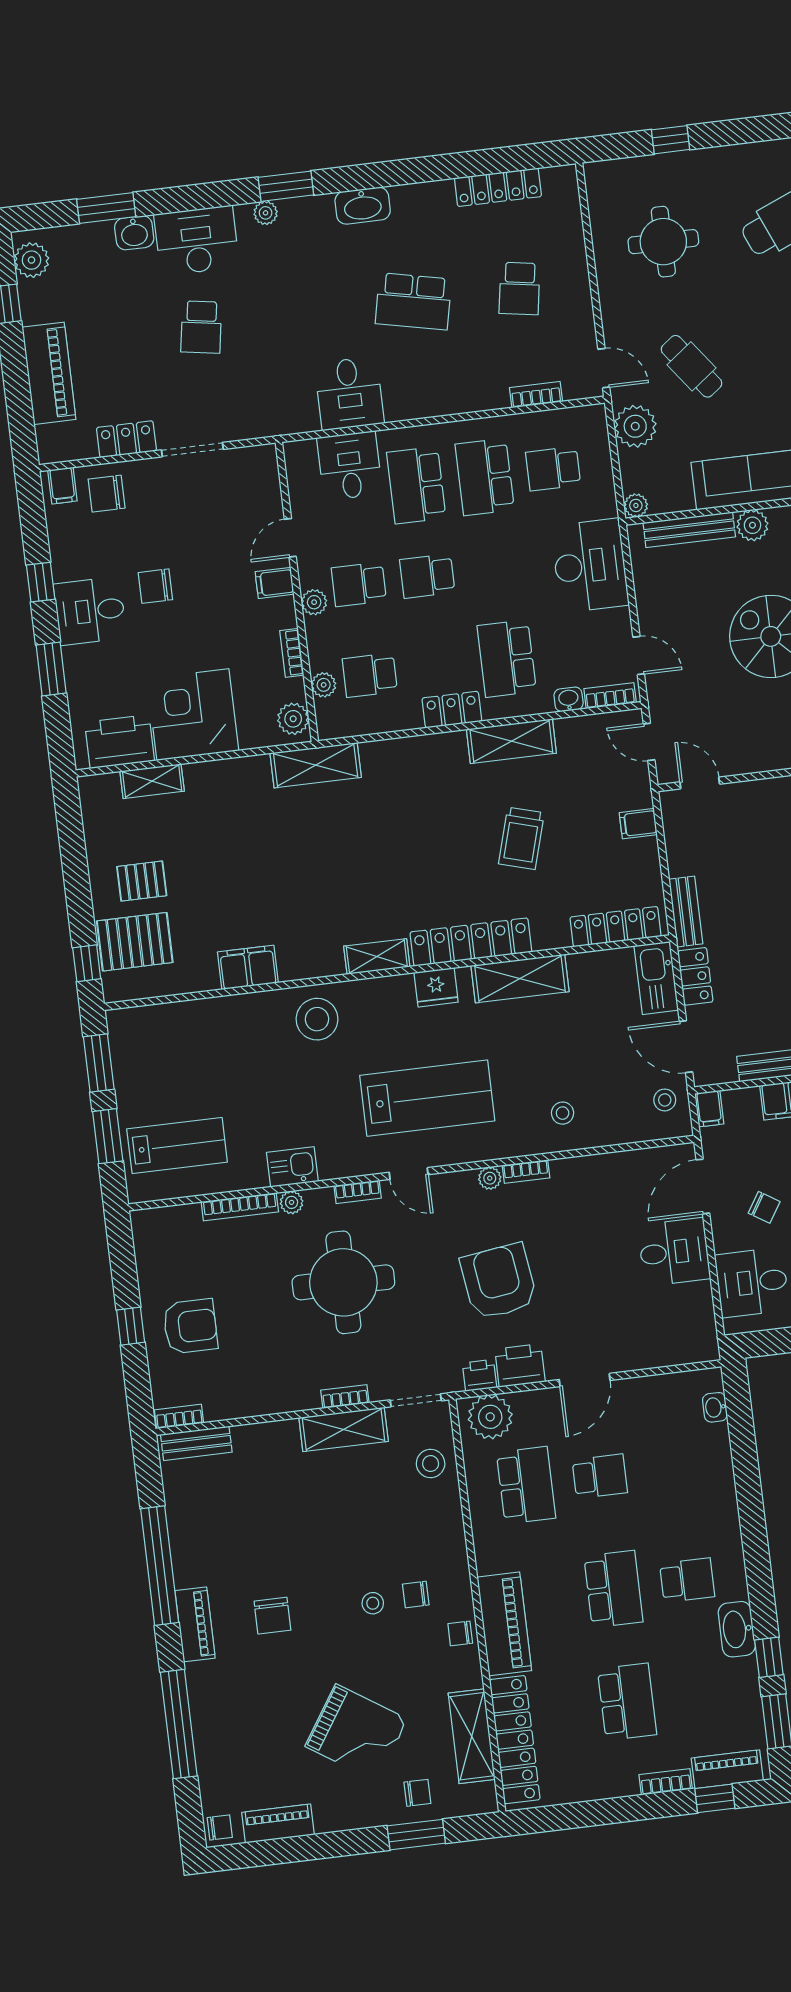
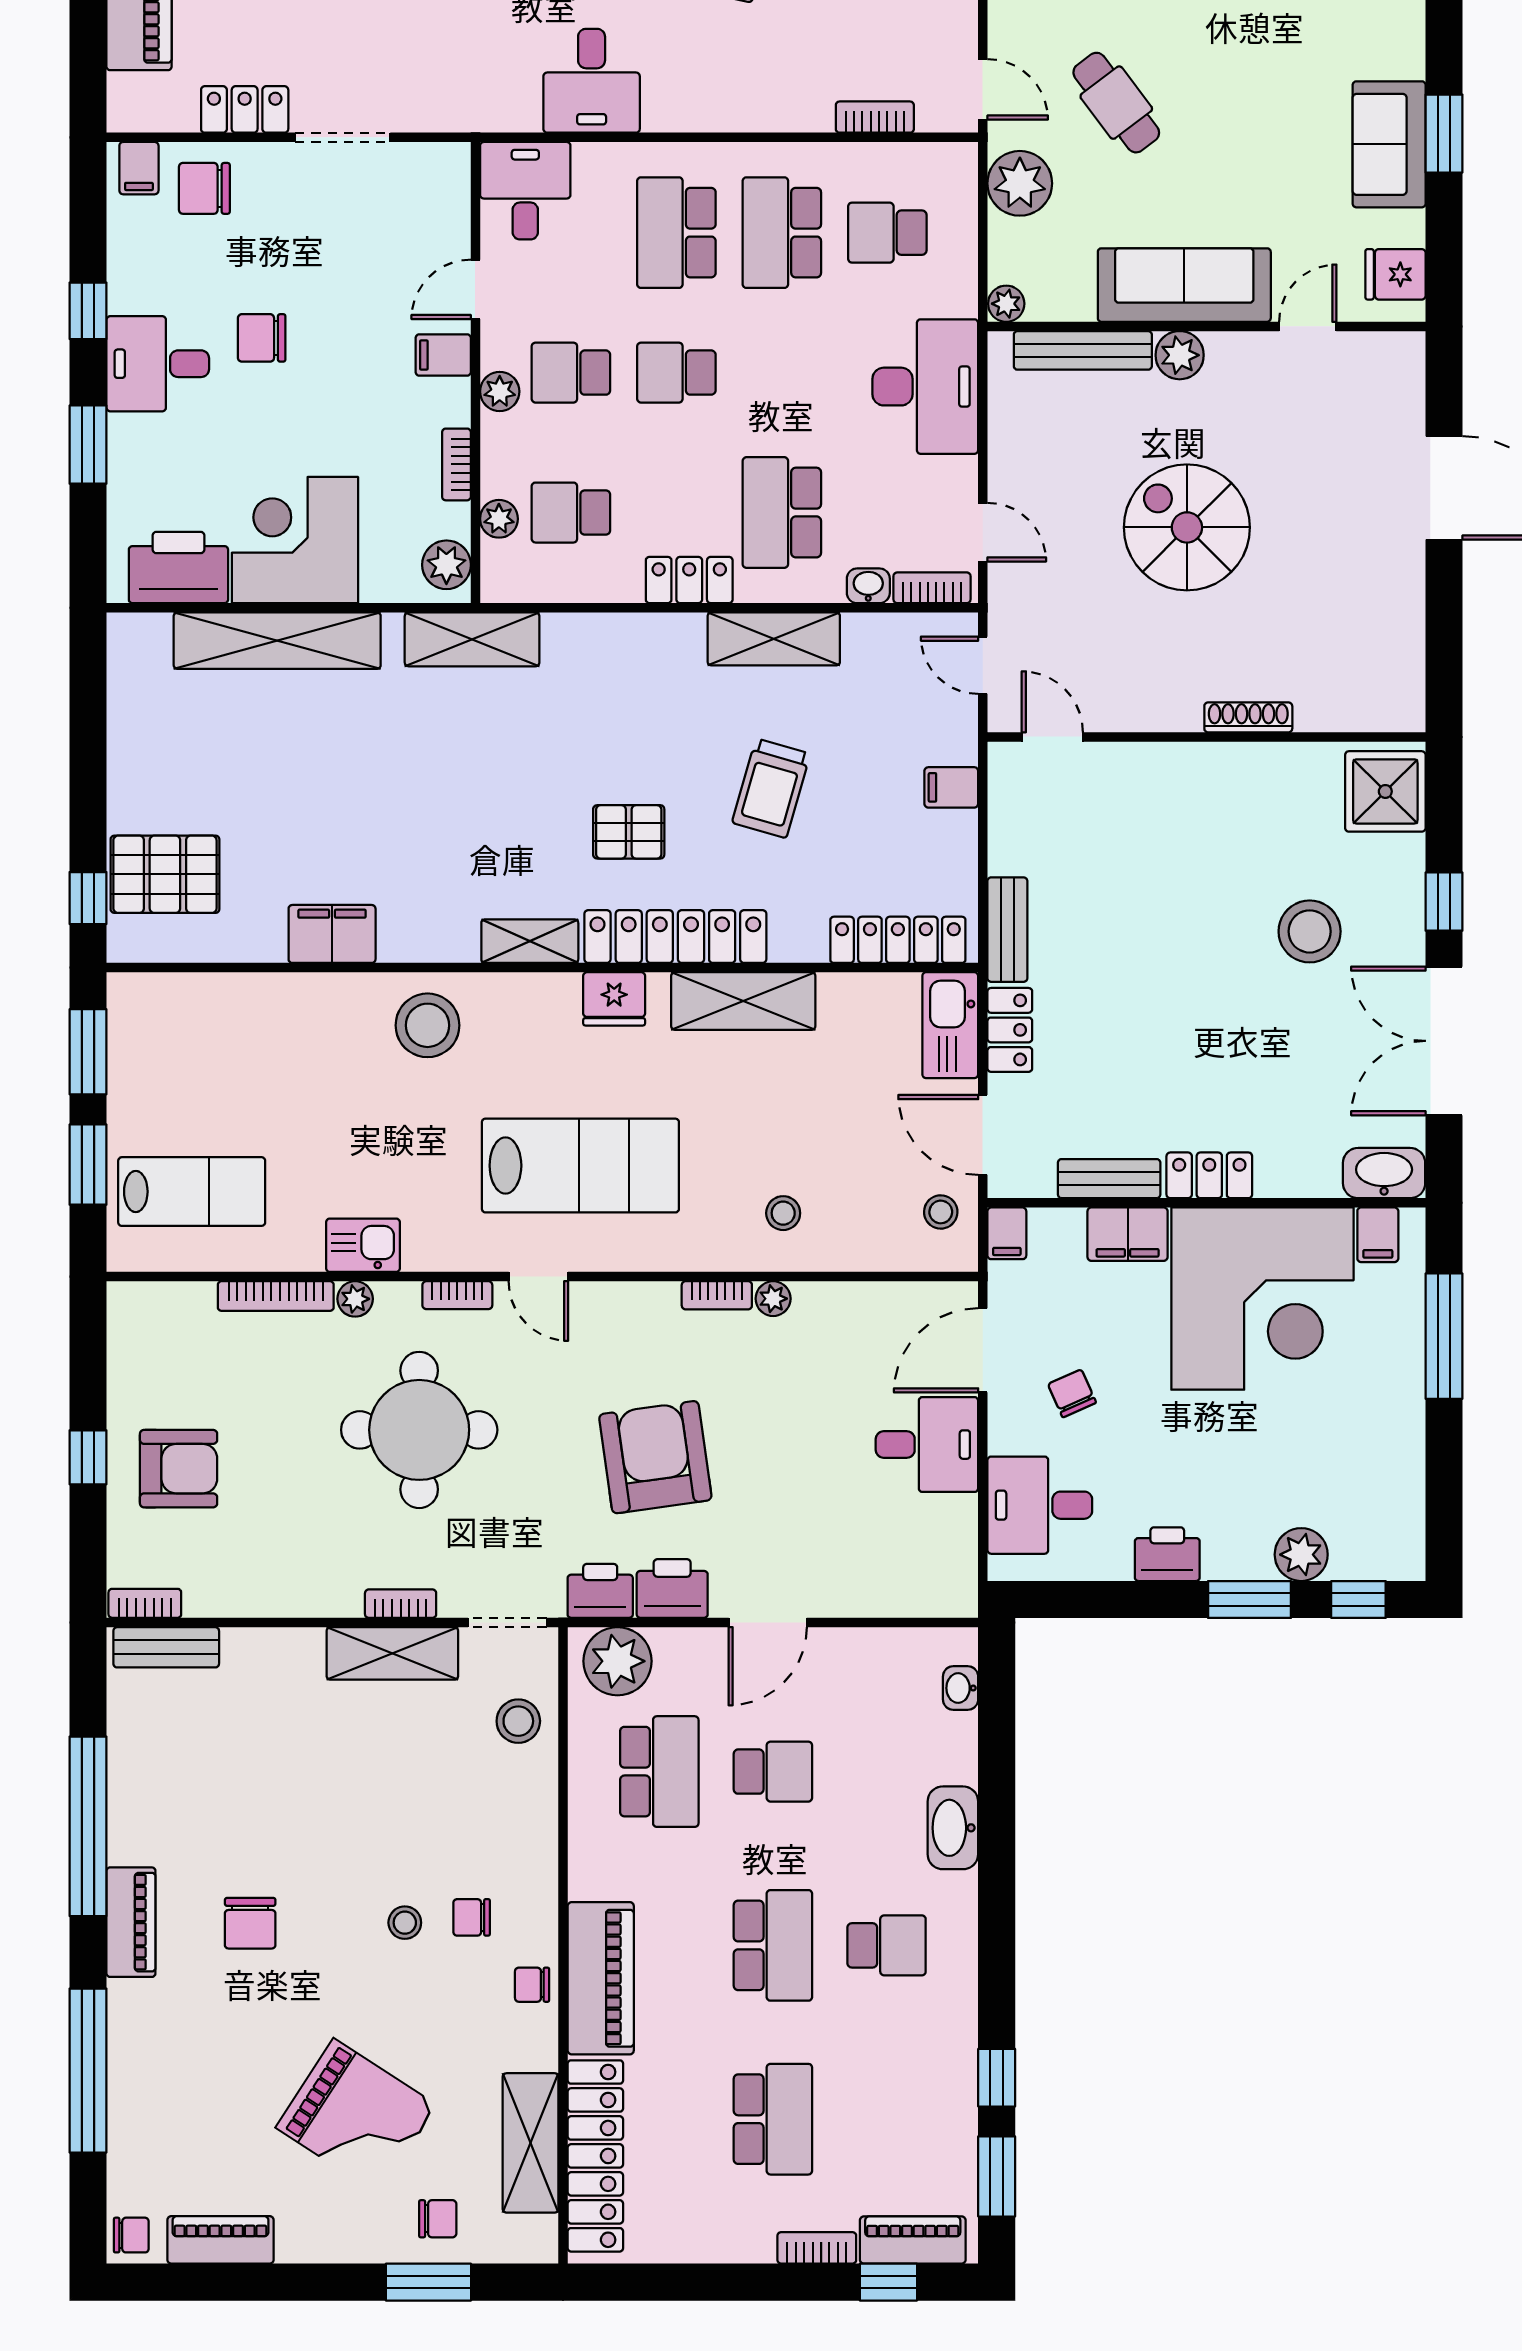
desk: (350, 466) -> (525, 191), moved
shelving: (152, 781) -> (277, 641), width x2.20, depth x1.33
pallet: (142, 881) -> (629, 832), moved
plant: (490, 1178) -> (773, 1299), moved
chair: (764, 1207) -> (1072, 1393), turned -146
printer: (480, 1375) -> (600, 1591), width x1.36, depth x1.24
washbasin: (737, 1629) -> (953, 1828), moved

